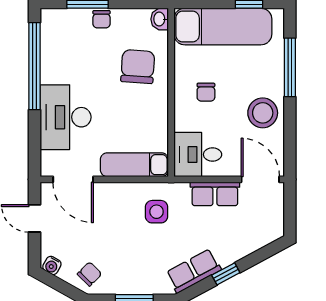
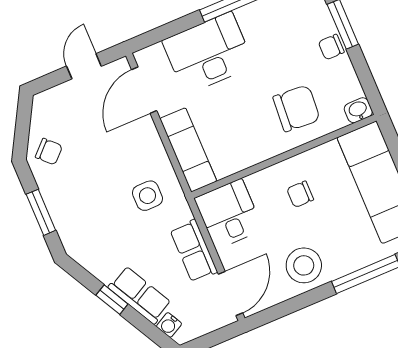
water cooler: (52, 265) -> (169, 325), moved, turned -57
row of seats: (194, 271) -> (140, 295), moved

